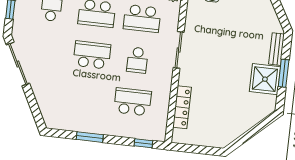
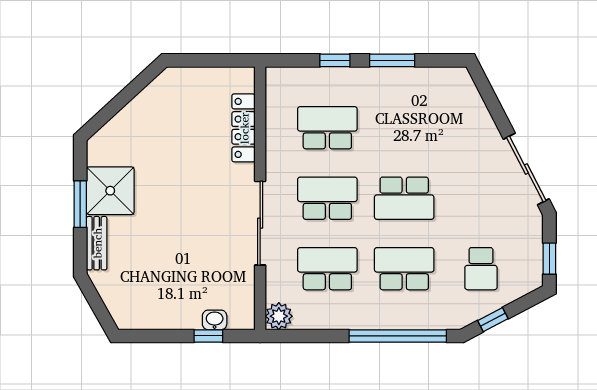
sliding door: (179, 50) -> (260, 223), width x1.37
school desk: (137, 60) -> (327, 198), width x1.85
school desk: (133, 102) -> (327, 128), turned 180
window: (143, 143) -> (335, 60), moved

